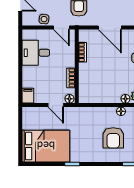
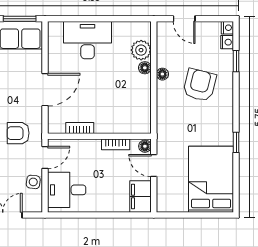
desk: (36, 53) -> (67, 190), moved, turned 90
filing cabinet: (28, 96) -> (140, 196), width x2.00
door: (56, 105) -> (154, 166), swing flipped
armchair: (113, 138) -> (200, 85), turned -76

